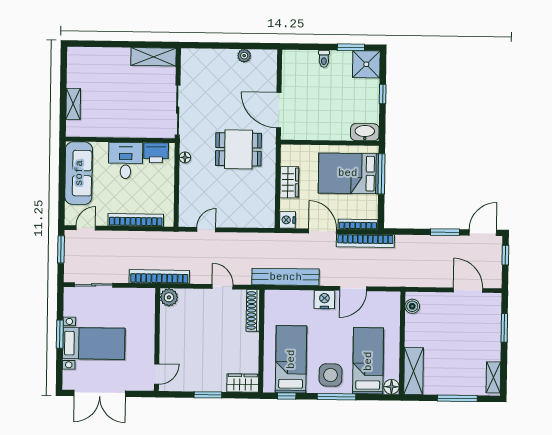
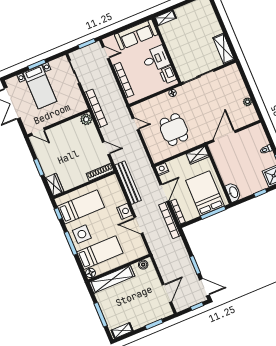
shelving: (73, 104) -> (165, 18), moved
dining table: (238, 149) -> (174, 130), moved
wardrobe: (289, 182) -> (198, 155), moved
door: (223, 287) -> (106, 148), hinge flipped
shelving: (414, 371) -> (112, 279), width x1.47

